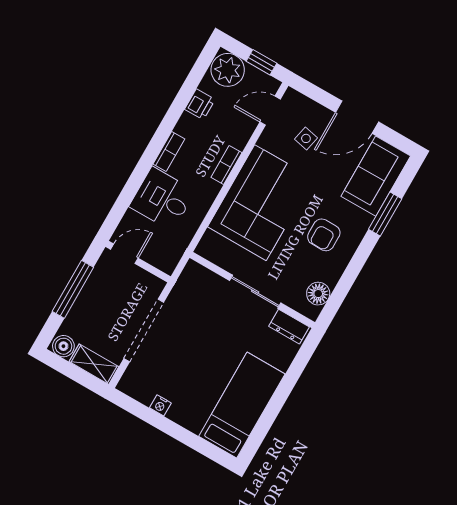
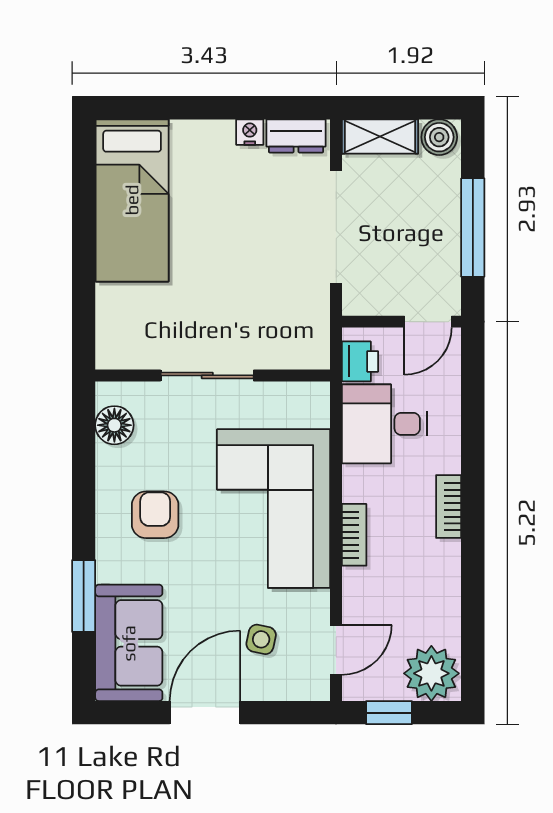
printer: (200, 104) -> (360, 361), moved, turned 180
desk: (162, 199) -> (384, 424), moved, turned 180
dresser: (289, 327) -> (296, 136), moved, turned 180

